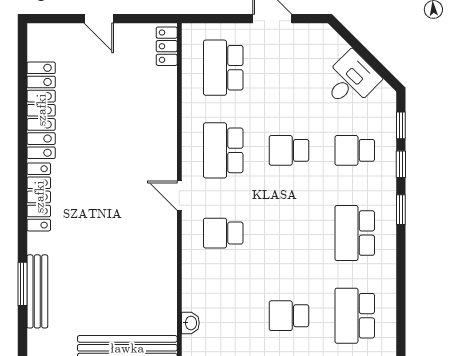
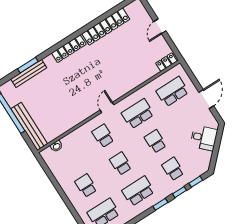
desk: (351, 80) -> (204, 138), moved
school desk: (289, 233) -> (121, 164), added

